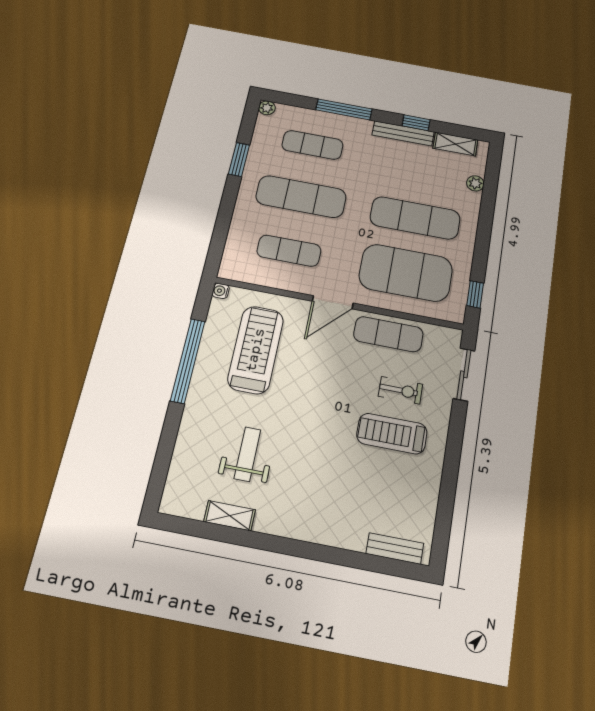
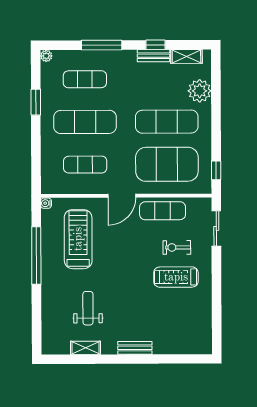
bench: (403, 133) -> (153, 56), width x0.73
plant: (475, 183) -> (200, 91), width x1.88, depth x1.88
exercise bike: (401, 390) -> (177, 247), turned 180
bench: (395, 548) -> (135, 348), moved

